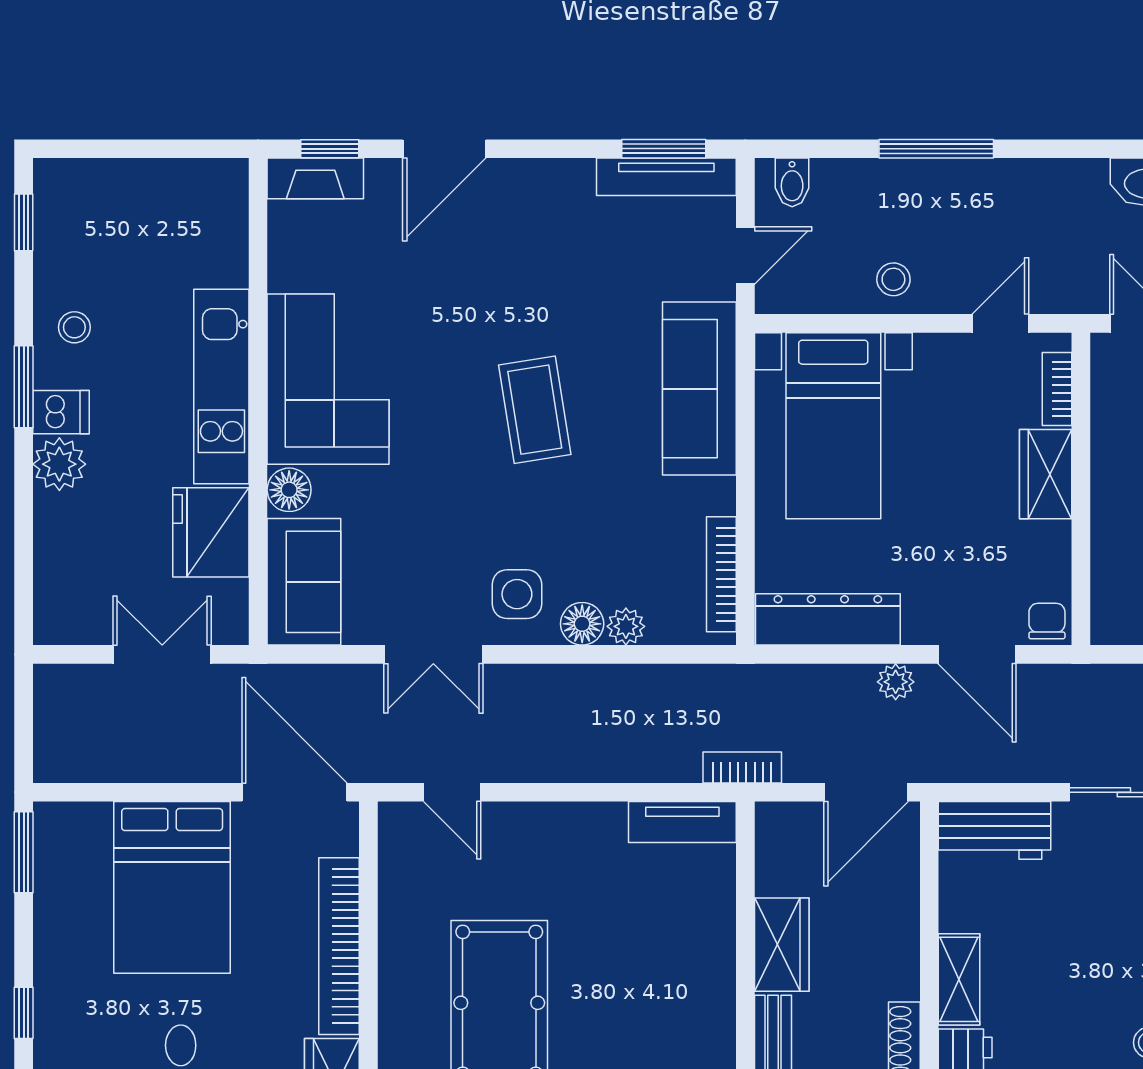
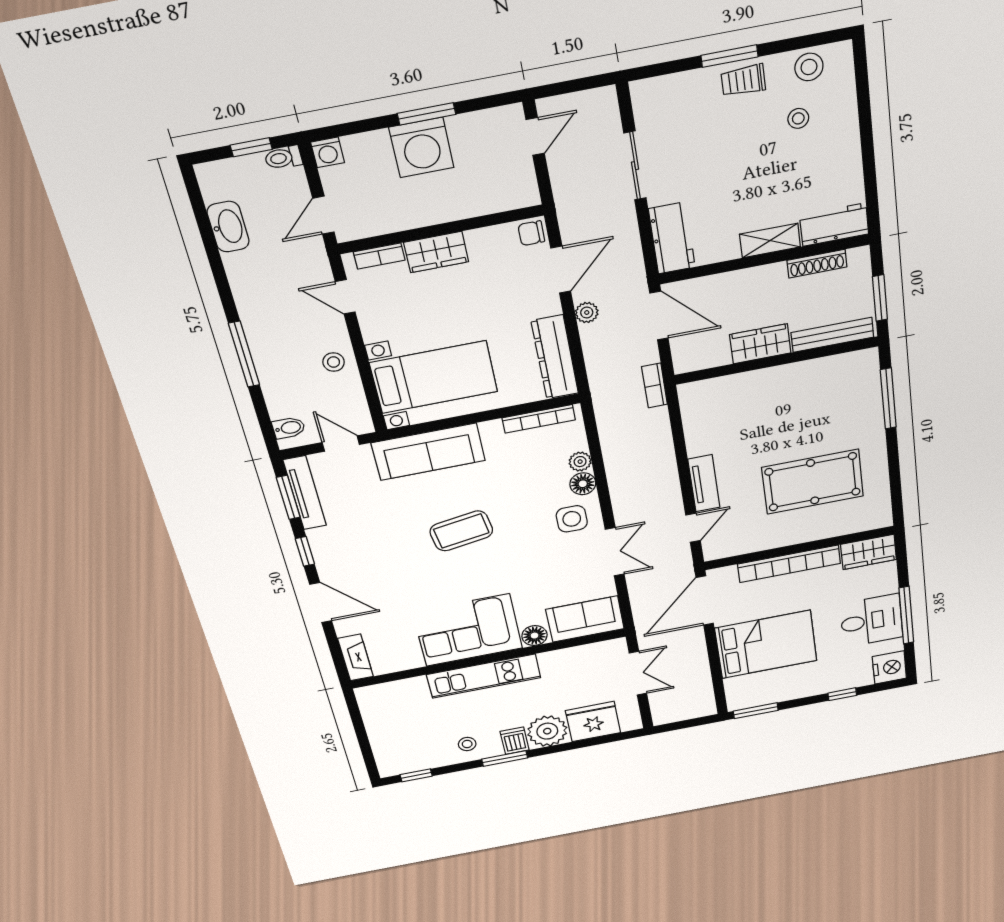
window: (330, 149) -> (305, 551), moved
plant: (59, 464) -> (547, 731), width x1.36, depth x1.36
fridge: (211, 532) -> (593, 722), moved, turned 180
double door: (162, 654) -> (638, 673), swing flipped
tv unit: (682, 822) -> (704, 483), moved

